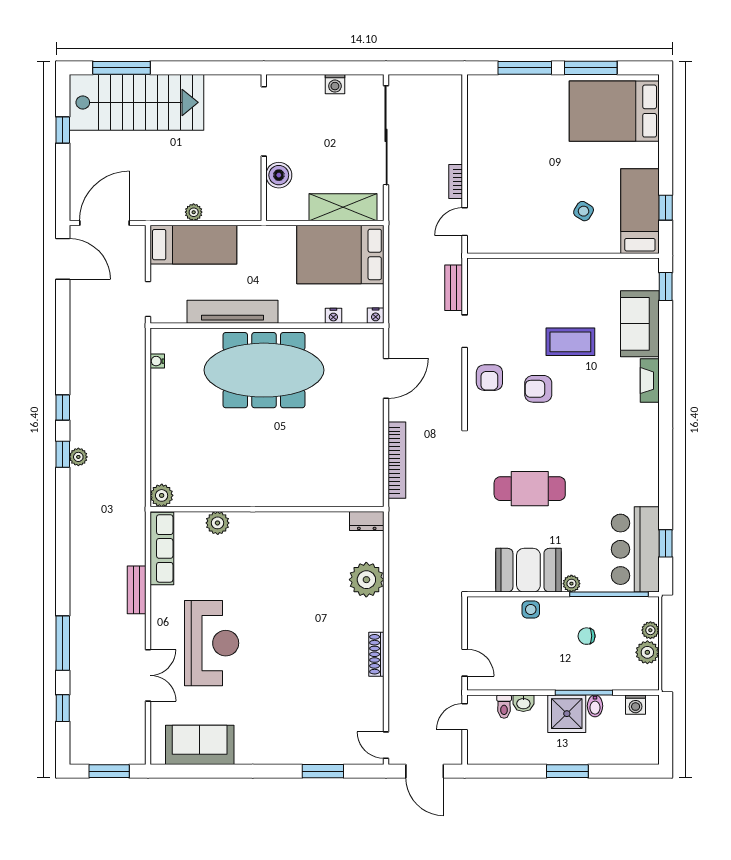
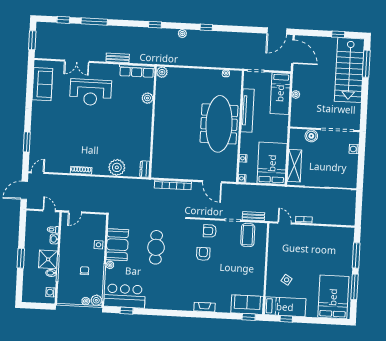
washing machine: (335, 84) -> (354, 149), moved
sofa: (640, 324) -> (247, 305), moved
coffee table: (570, 342) -> (248, 235), moved
window: (63, 454) -> (155, 25), moved
plant: (647, 652) -> (96, 300), moved

